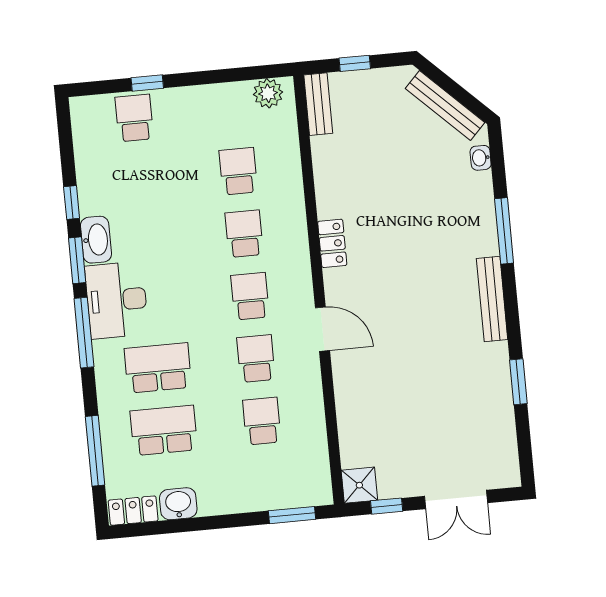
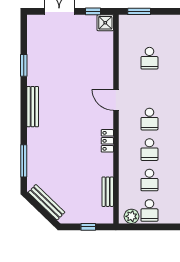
bench: (318, 104) -> (108, 192), moved
washbasin: (481, 158) -> (32, 175), removed
window: (504, 231) -> (24, 161), moved
school desk: (256, 359) -> (149, 210), moved

